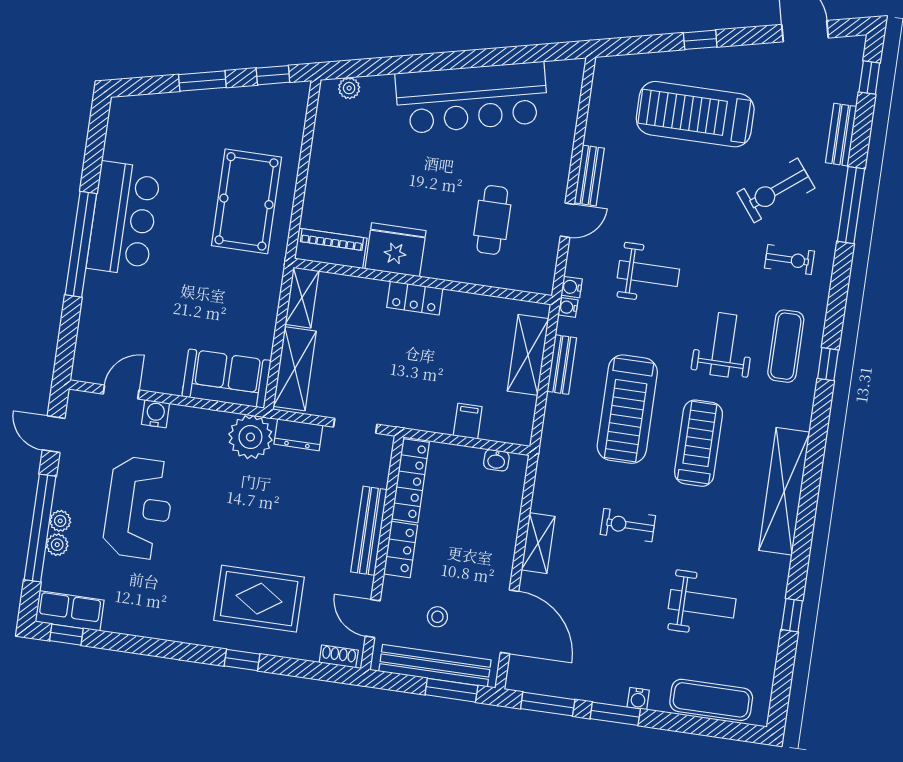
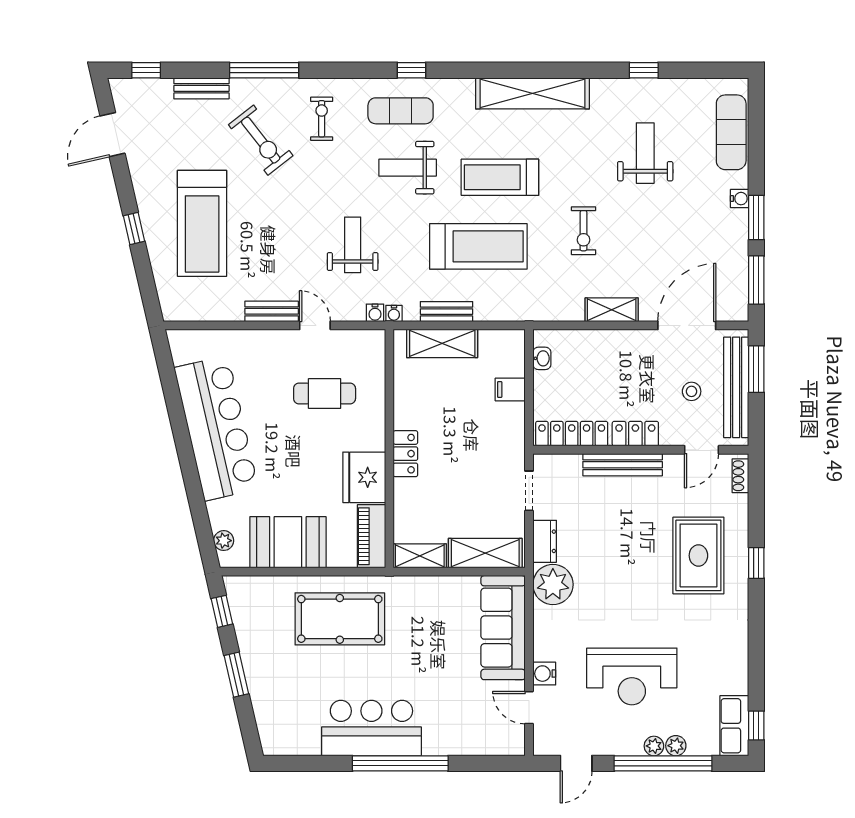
booth: (337, 157) -> (288, 542), added
sofa: (227, 379) -> (503, 628), width x1.36
reception desk: (139, 508) -> (632, 676), turned 180

